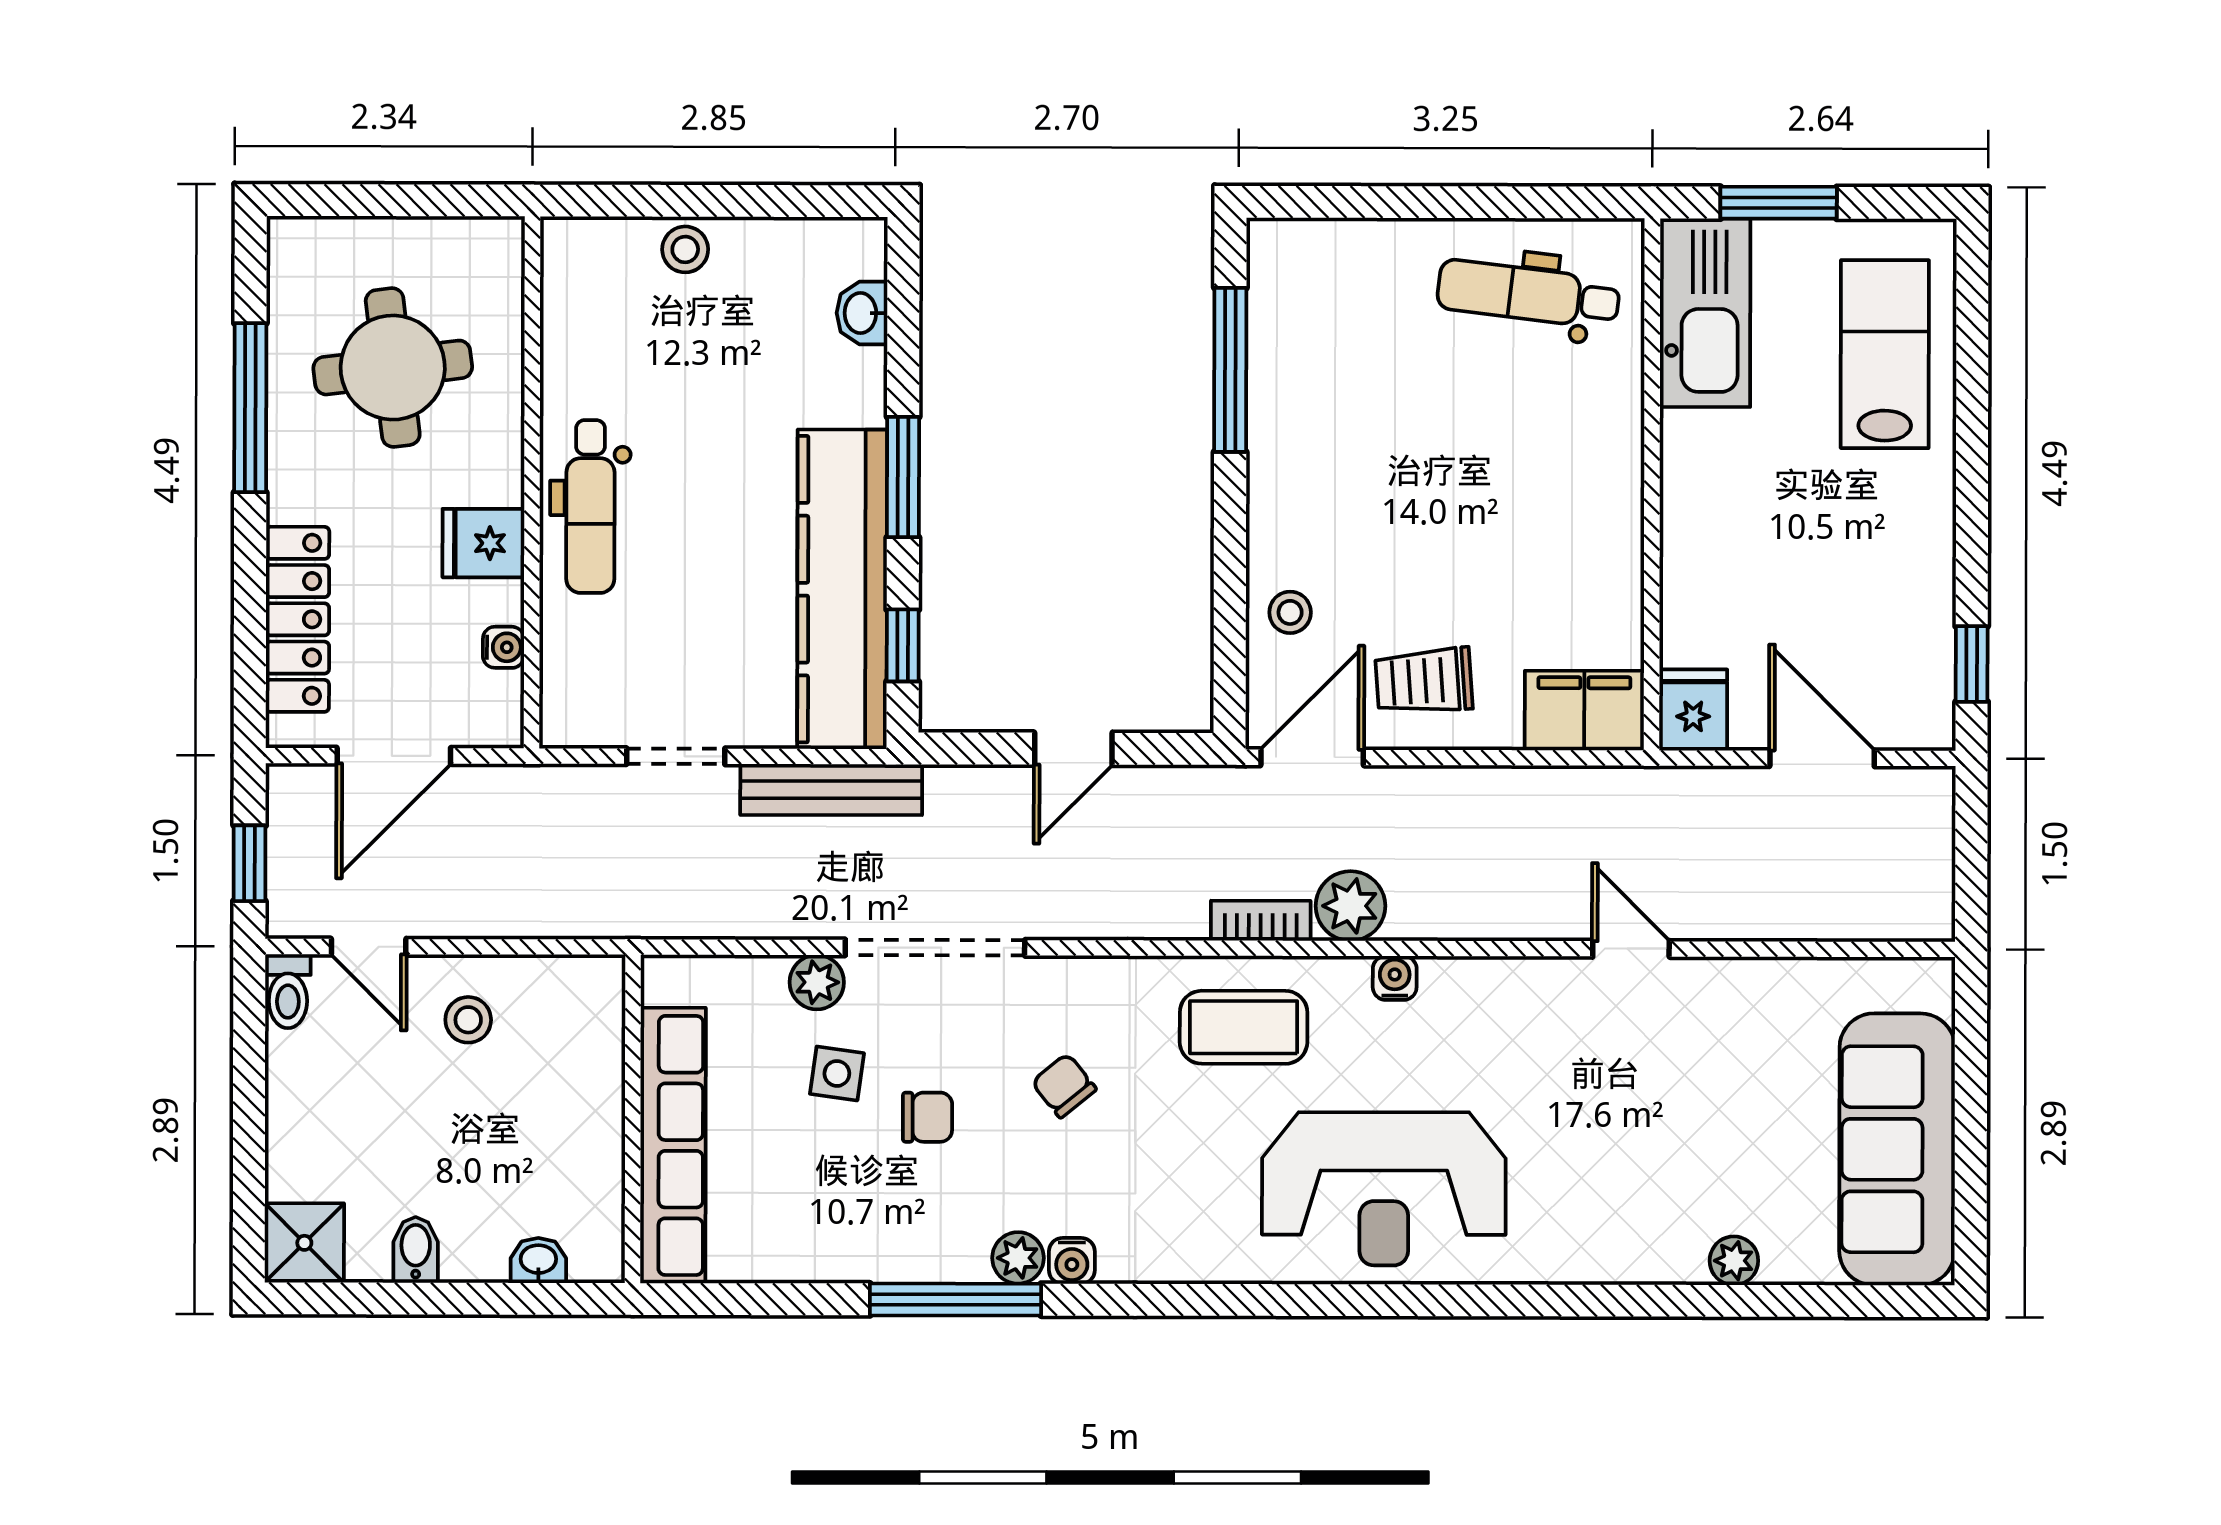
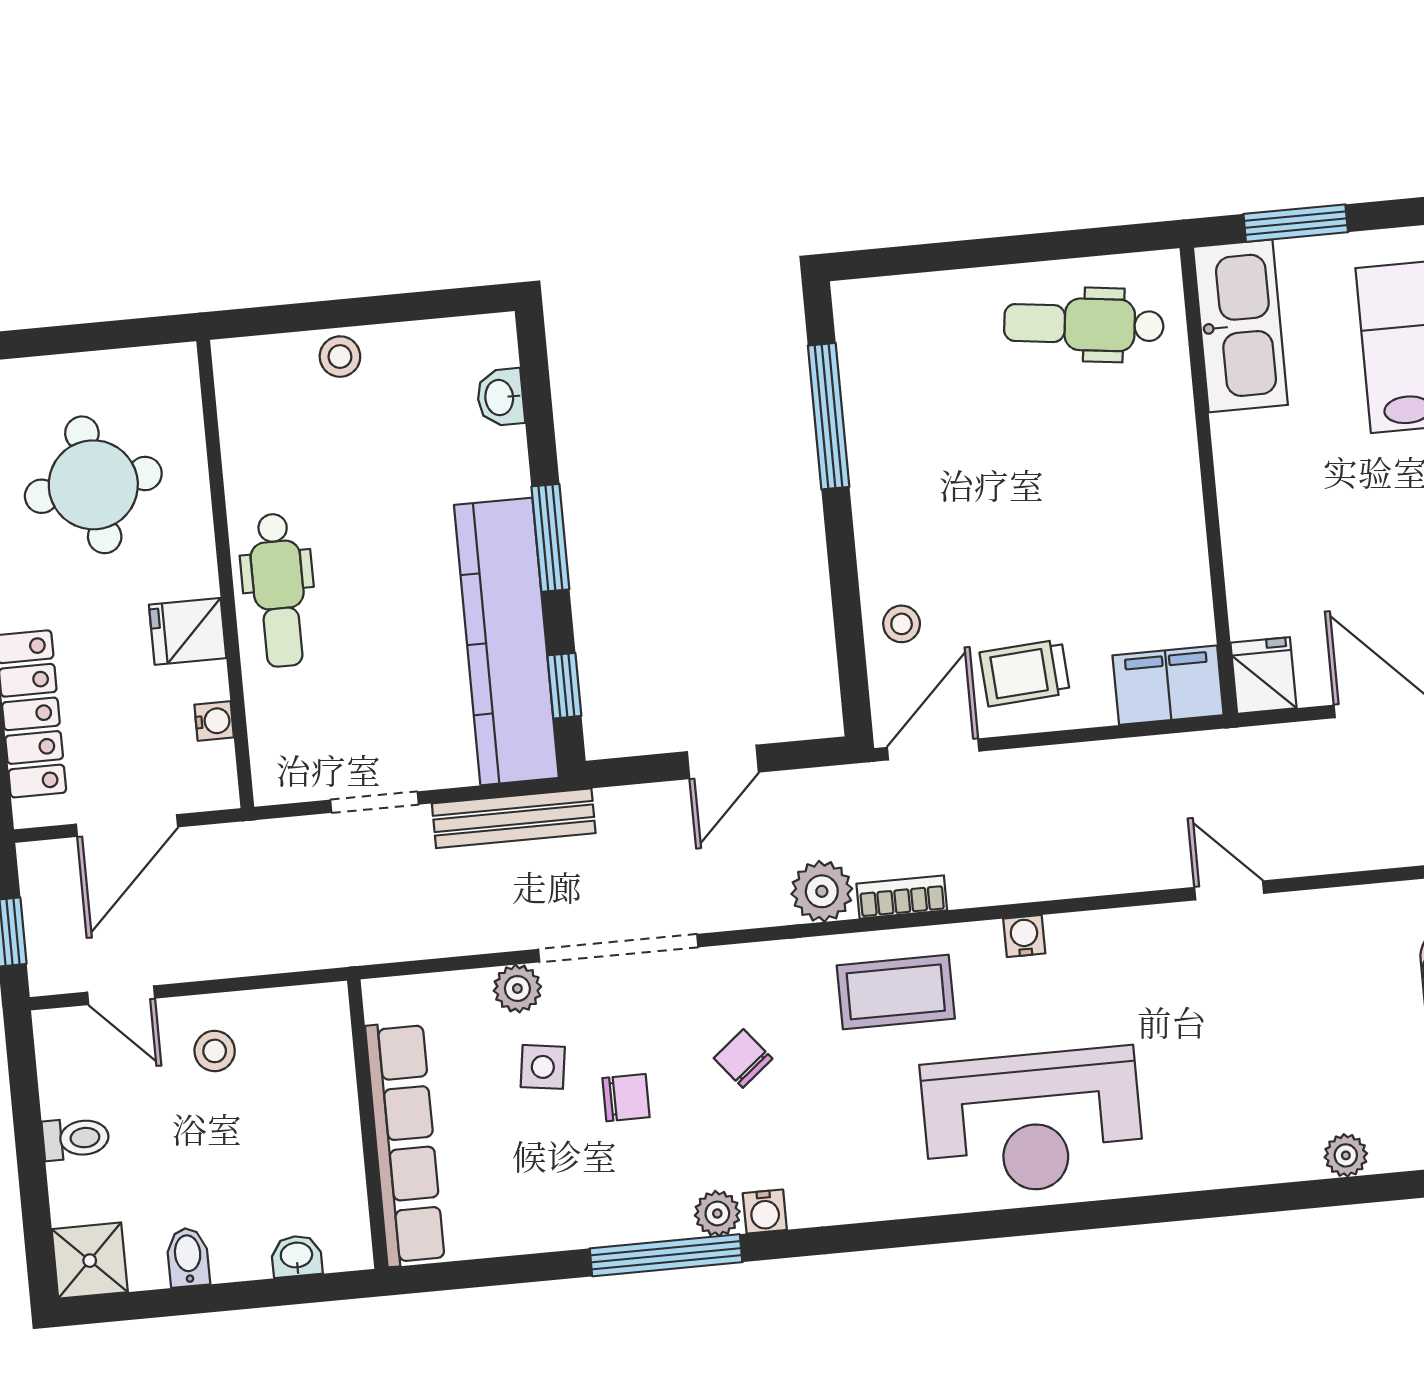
plant: (1350, 906) -> (822, 891), moved
toilet: (288, 991) -> (76, 1138), moved, turned -90

